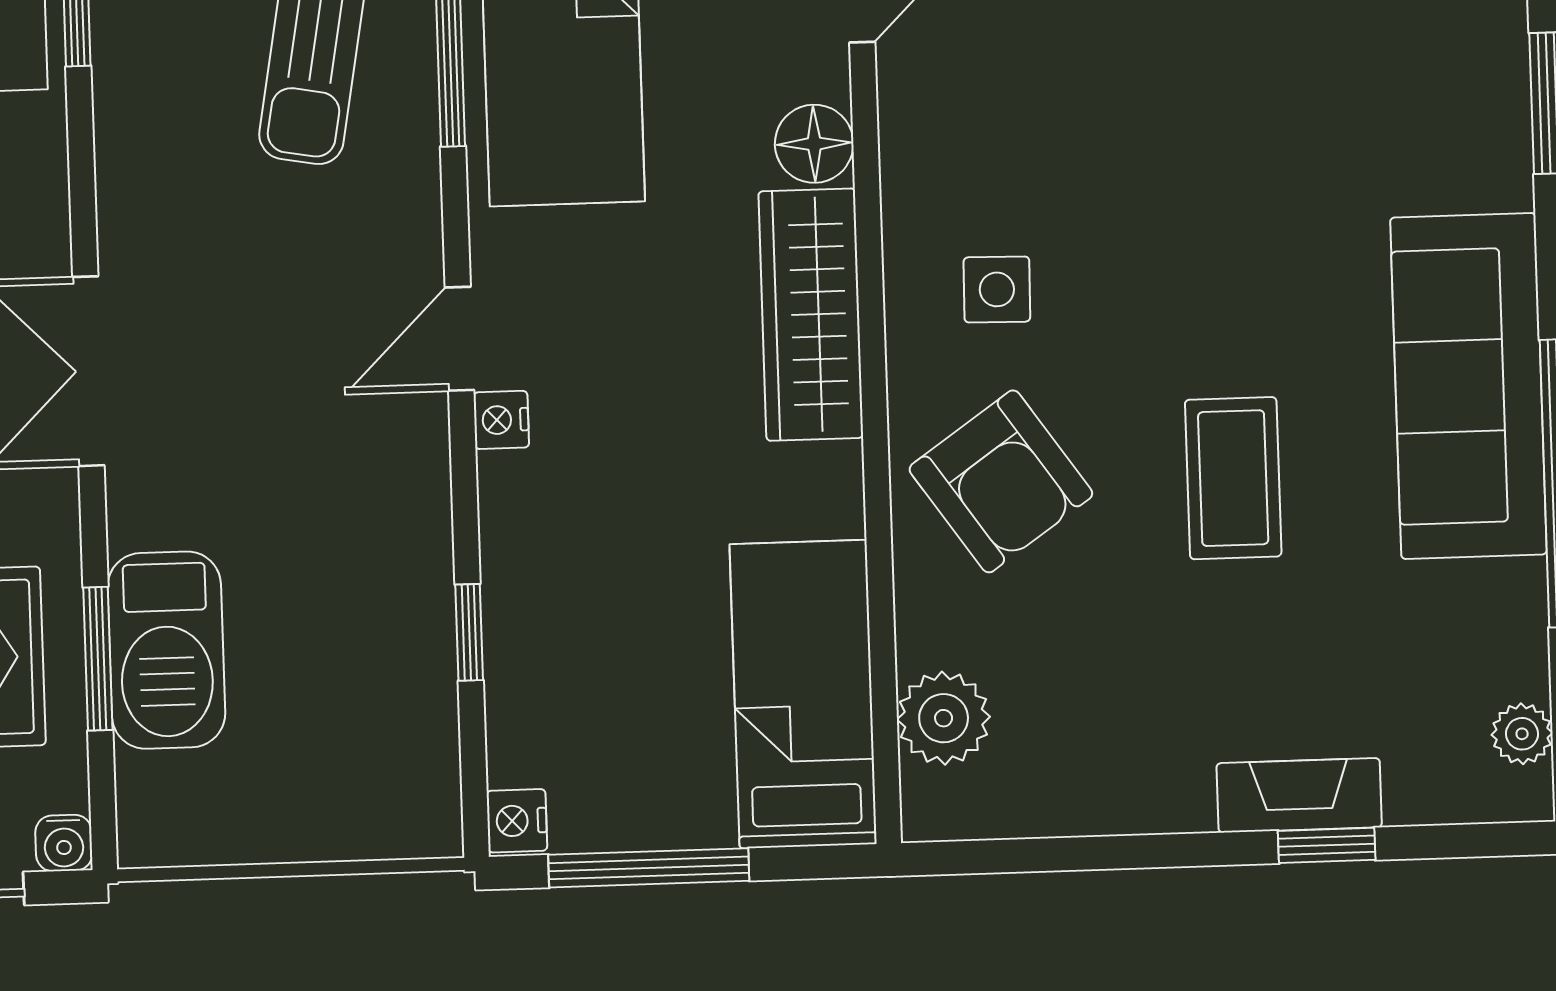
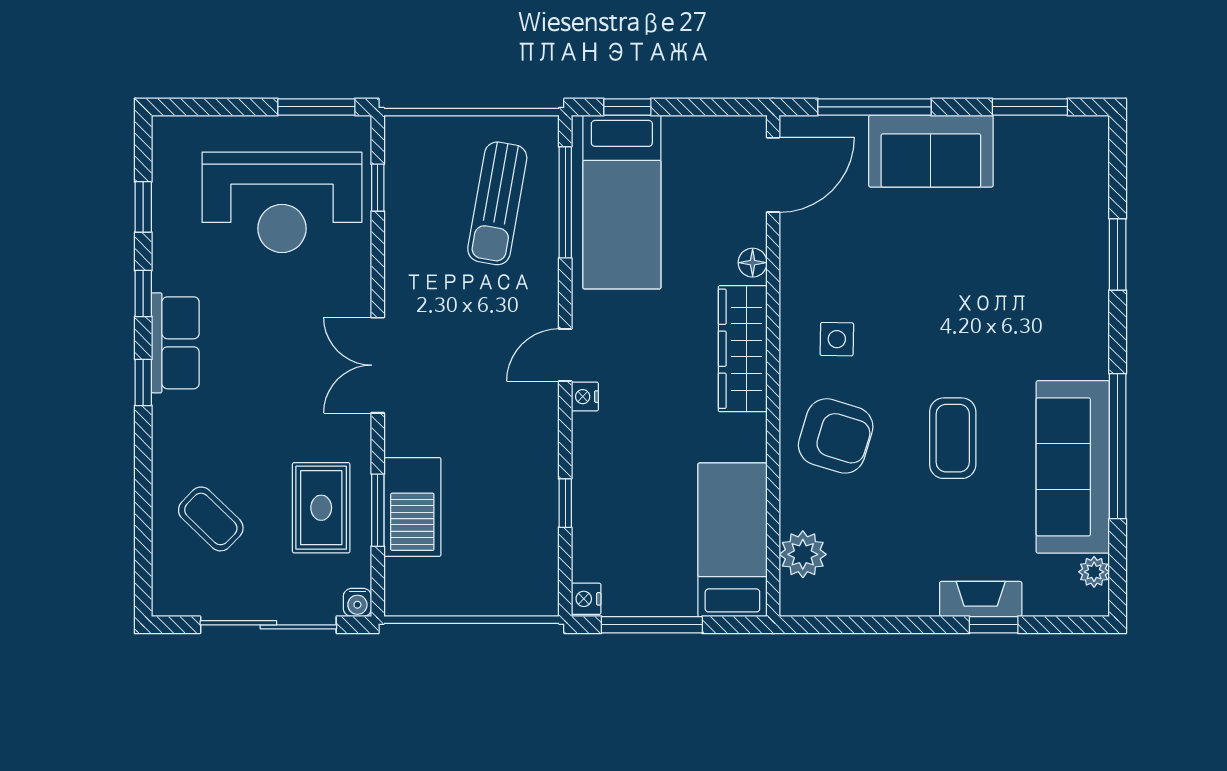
floor lamp: (814, 144) -> (753, 263), width x0.73, depth x0.73
sofa: (1468, 386) -> (1073, 467), moved
armchair: (1001, 481) -> (836, 436), turned -38

